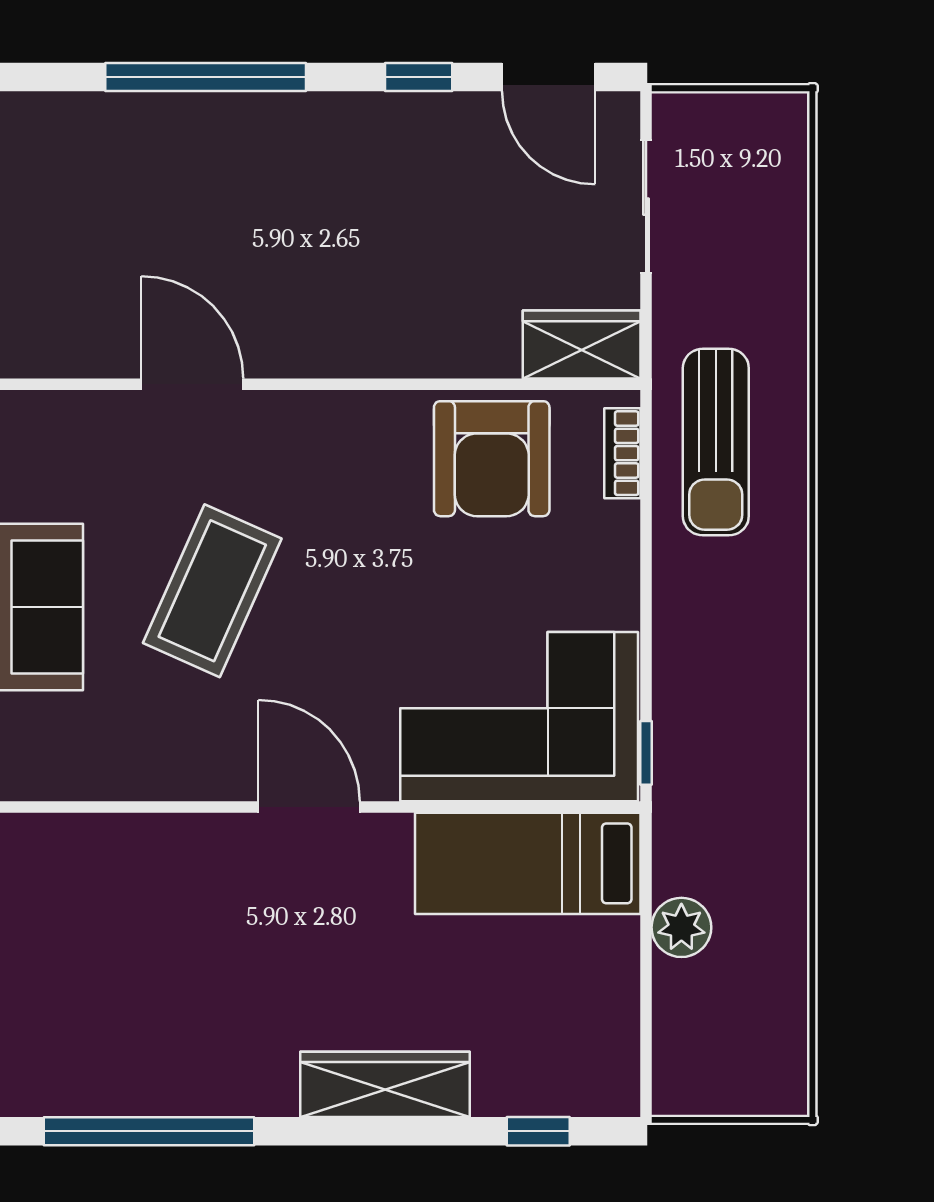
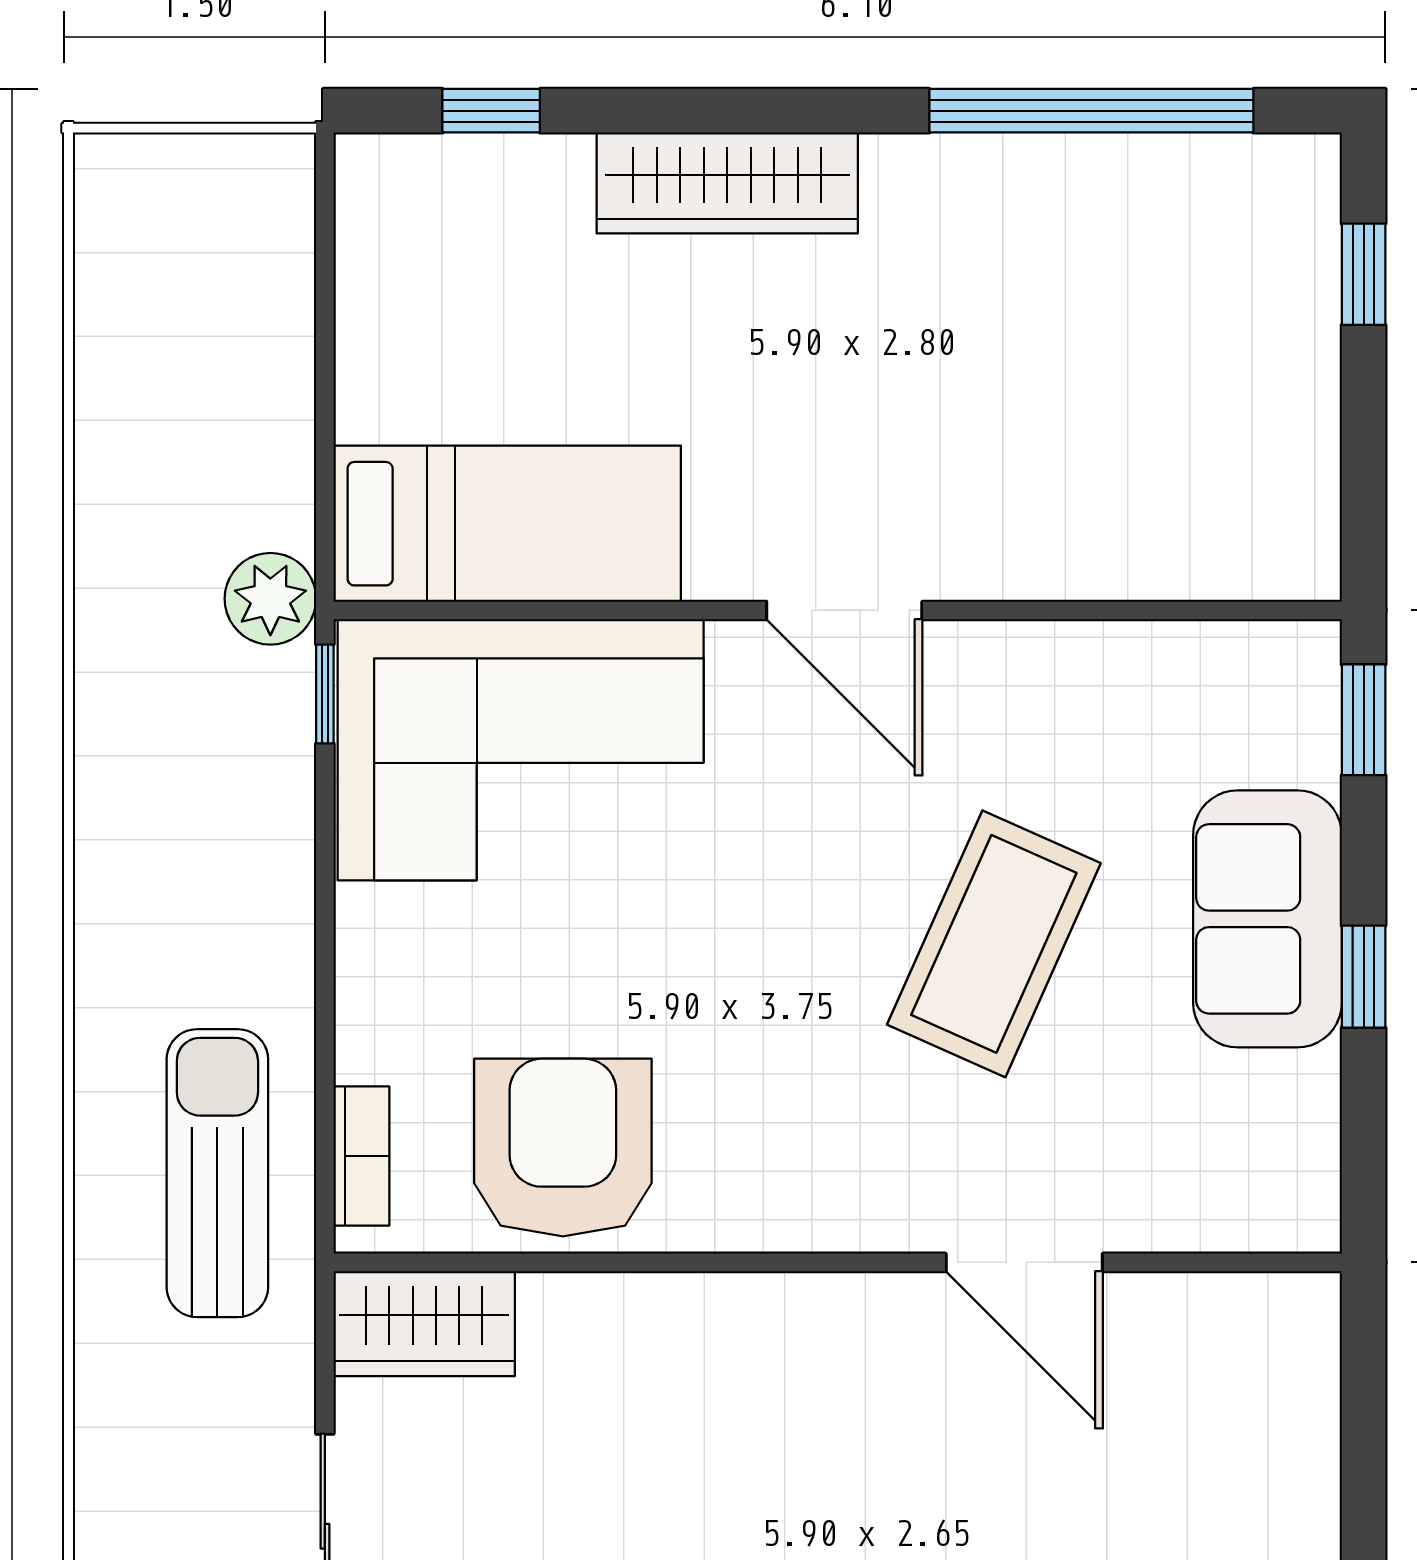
plant: (681, 927) -> (270, 599), moved

